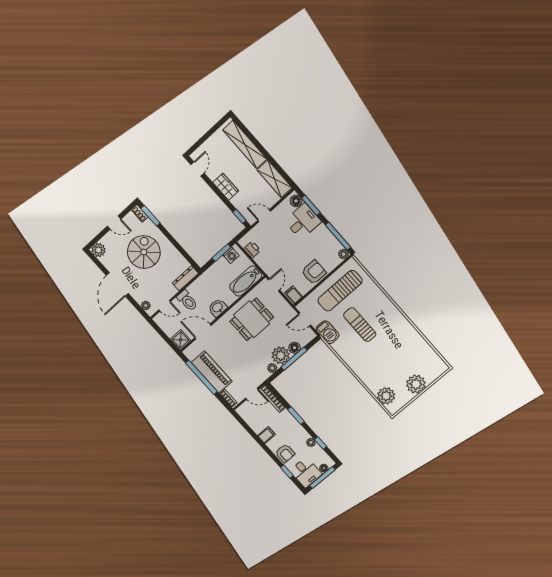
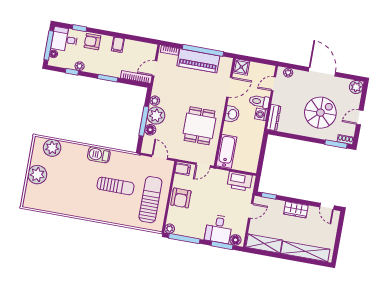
printer: (252, 250) -> (240, 181), width x1.87, depth x1.48
spiral stairs: (144, 252) -> (320, 113), turned -90
window: (221, 253) -> (261, 158), removed
washing machine: (231, 255) -> (261, 114), moved
door: (274, 285) -> (203, 165), hinge flipped
door: (305, 319) -> (160, 157), hinge flipped
barbecue: (328, 332) -> (99, 155), moved

